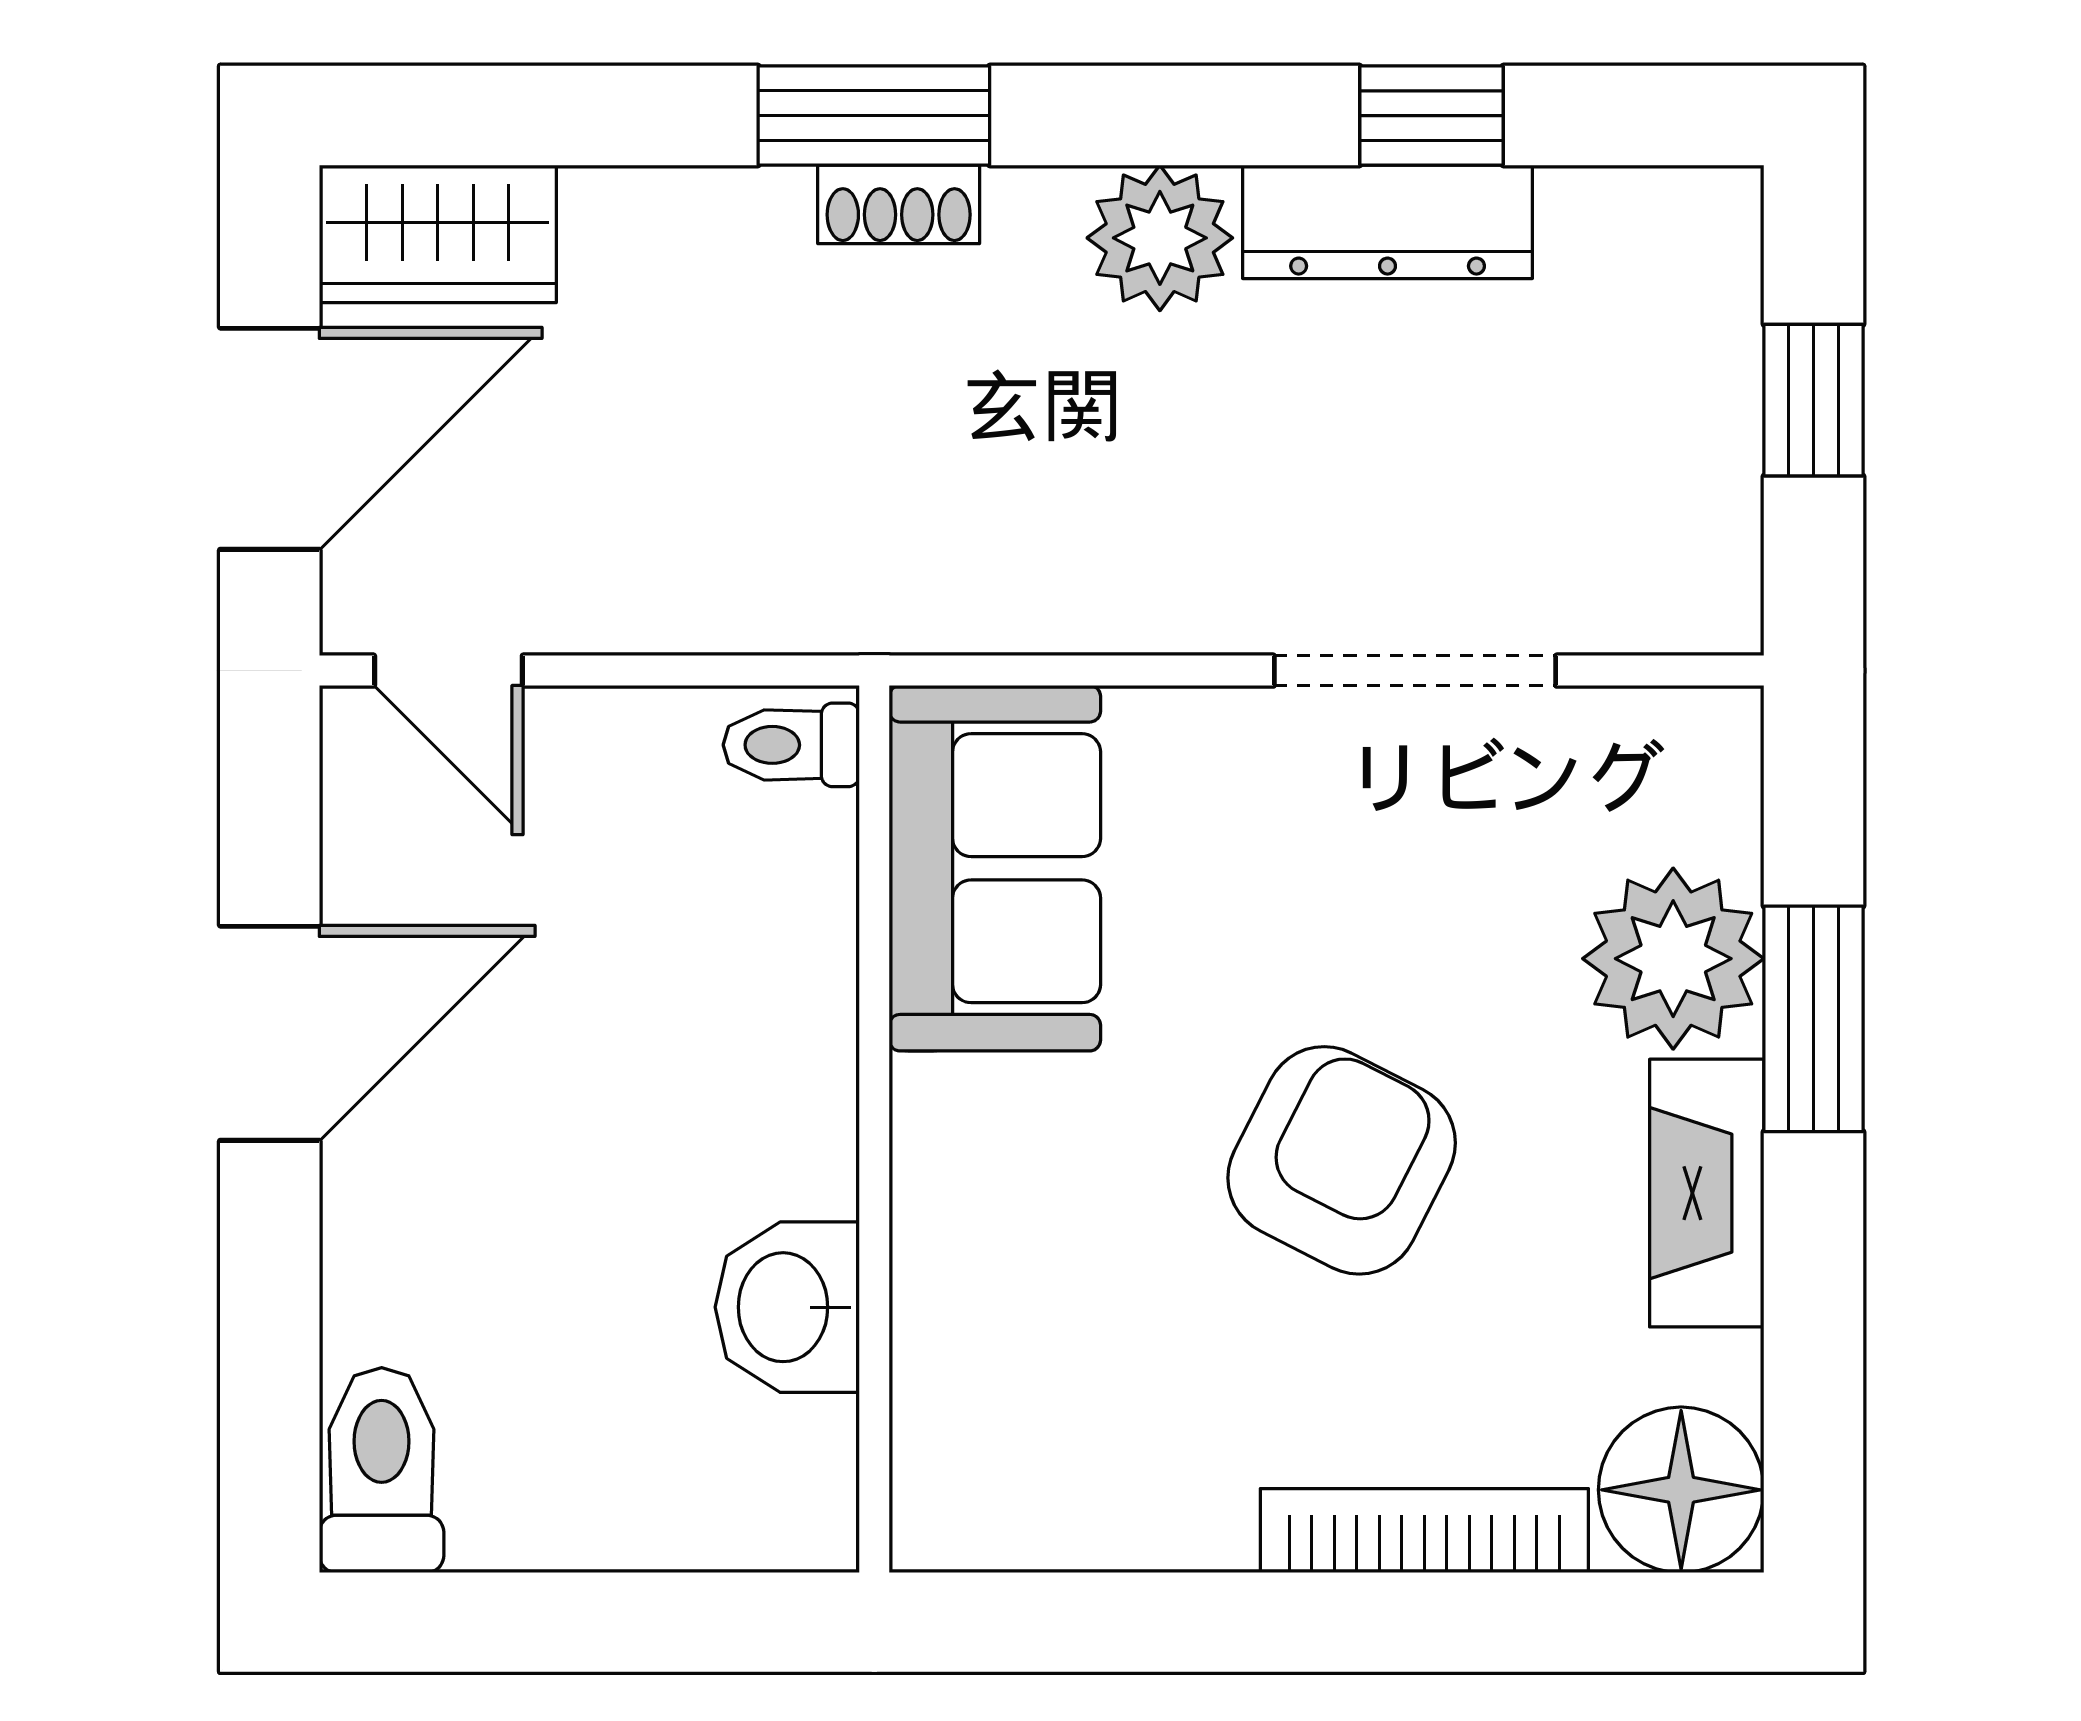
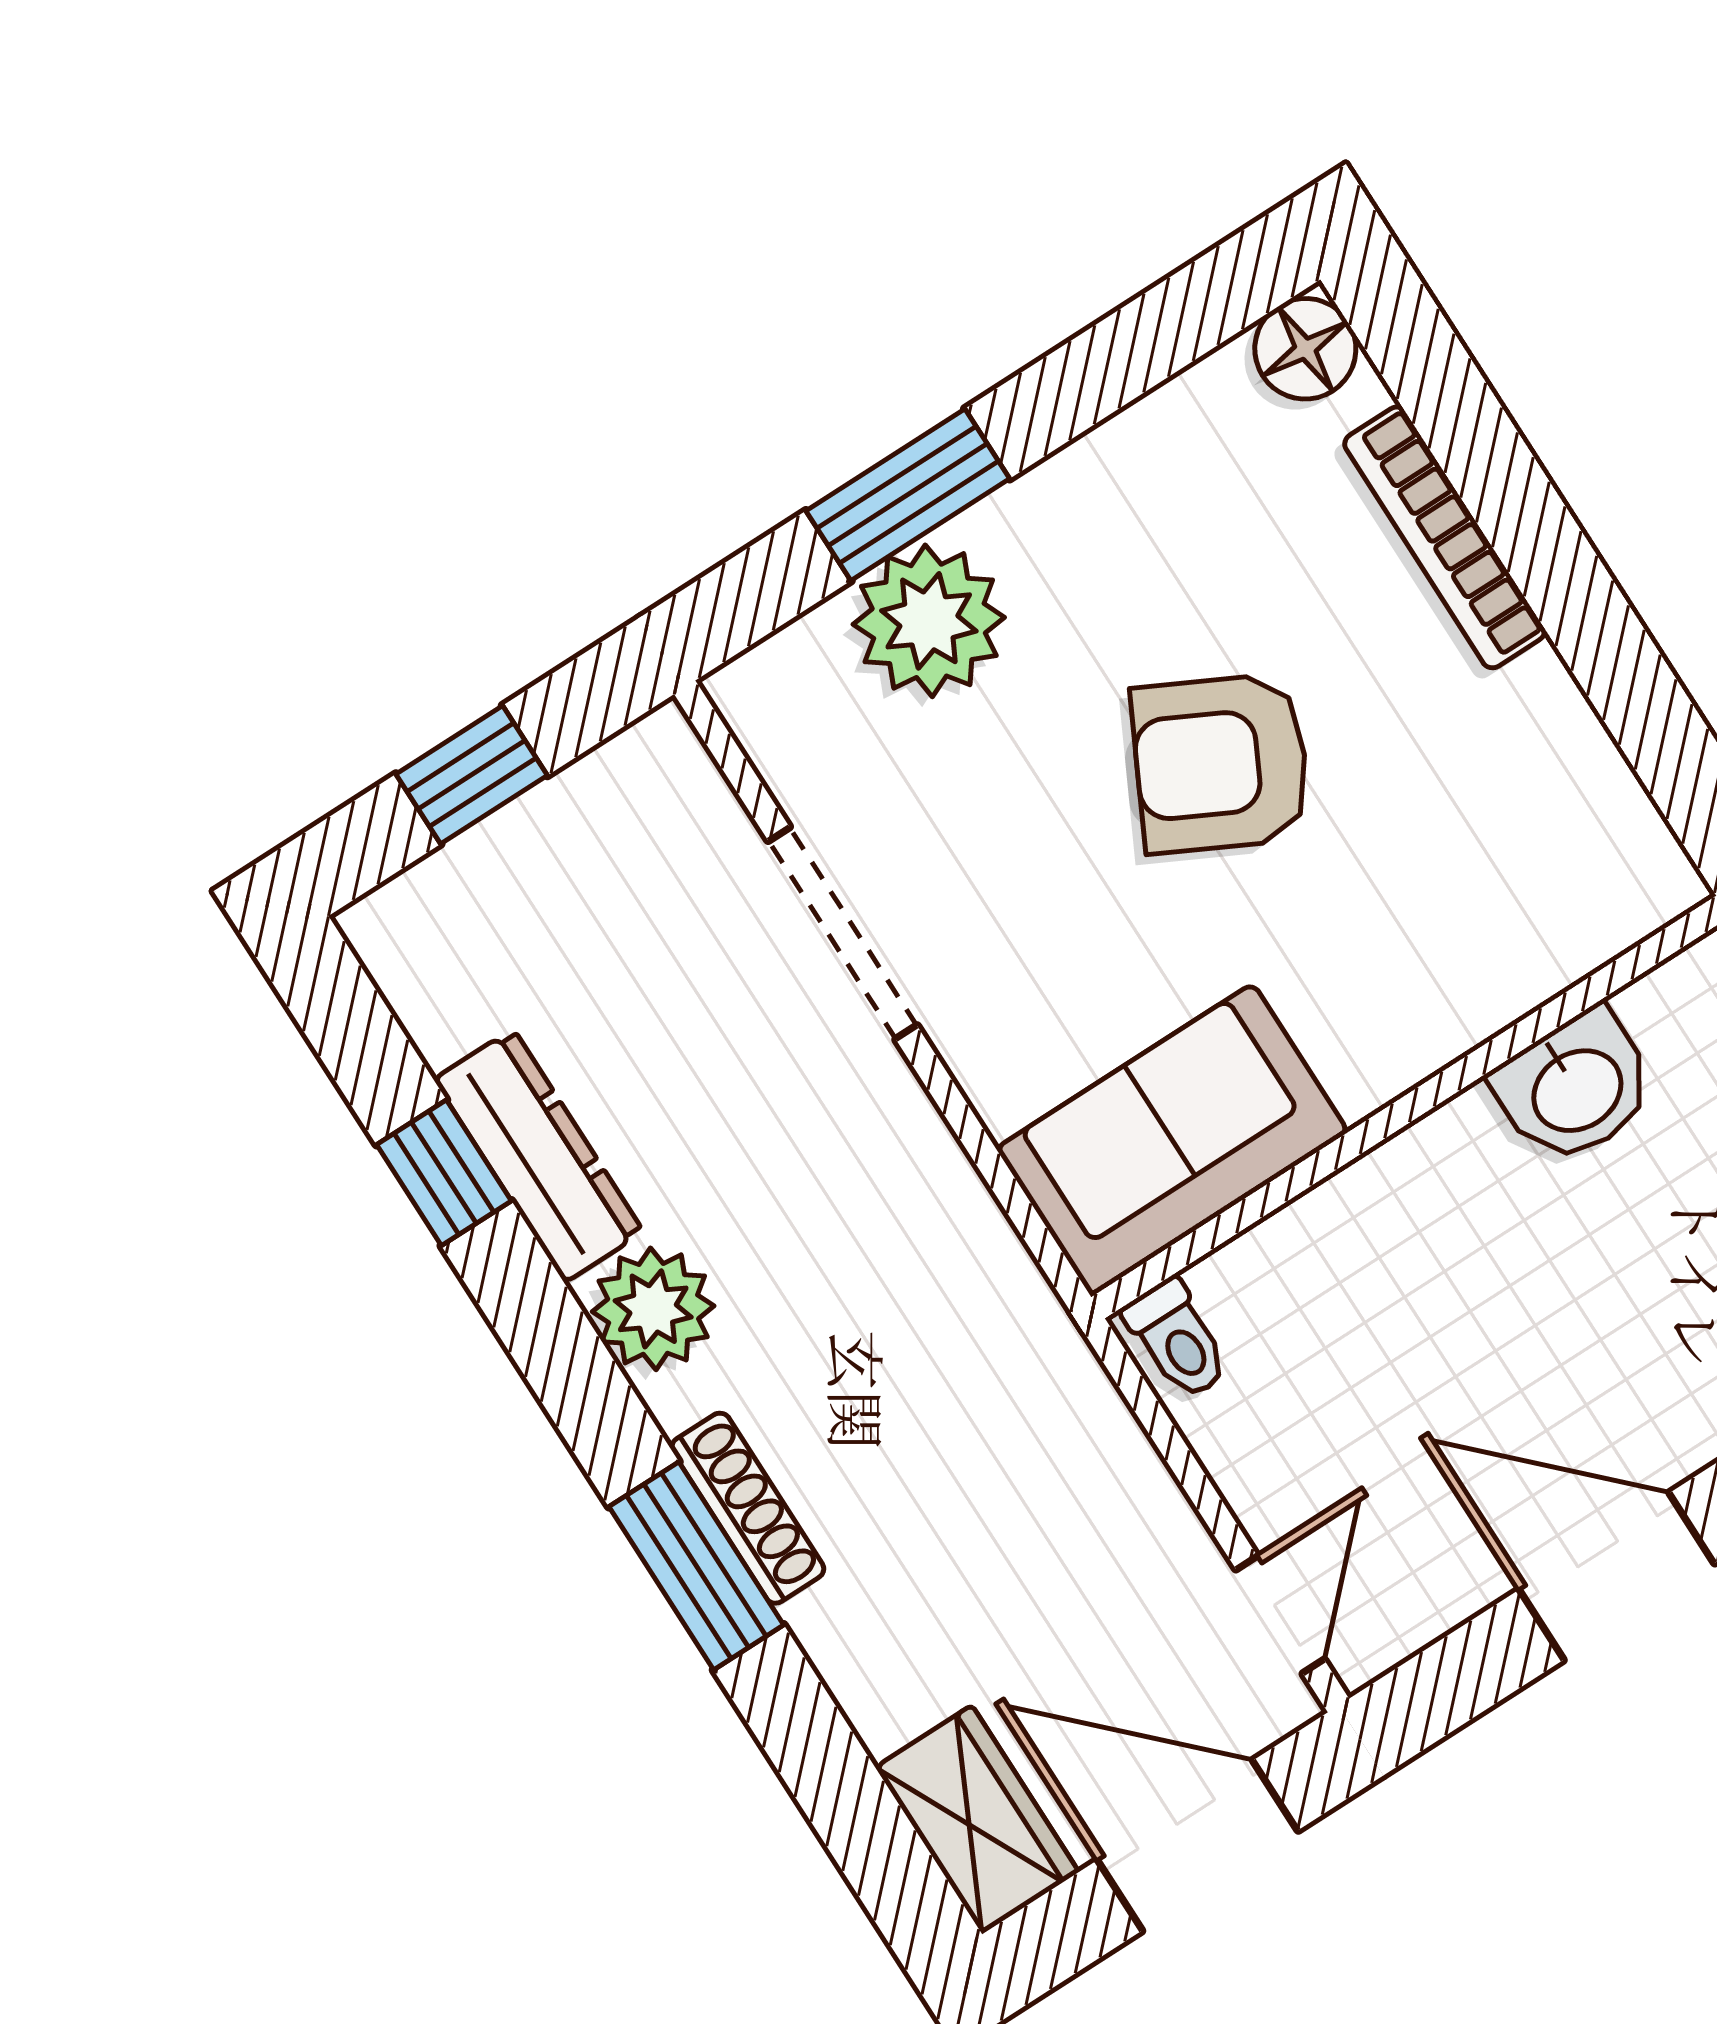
shoe rack: (899, 204) -> (748, 1508), width x1.43
fireplace: (1707, 1193) -> (1079, 491), removed
floor lamp: (1681, 1490) -> (1305, 349), width x0.73, depth x0.73

